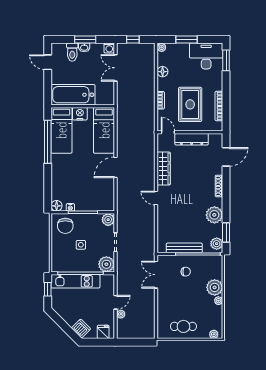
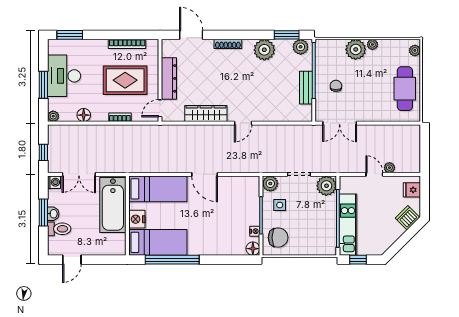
desk: (206, 56) -> (64, 76), moved
bathtub: (73, 95) -> (113, 205), moved
side table: (81, 245) -> (280, 205), moved
bench: (184, 248) -> (306, 88), width x0.73
cafe table: (183, 326) -> (405, 89), width x1.37, depth x1.35

